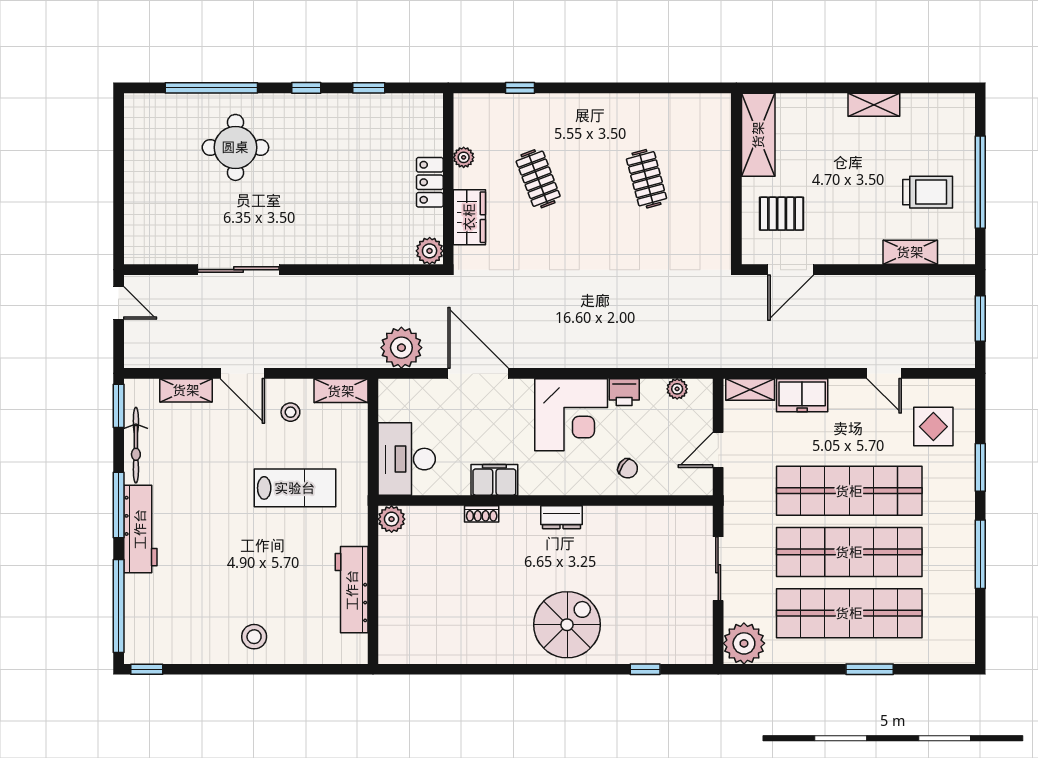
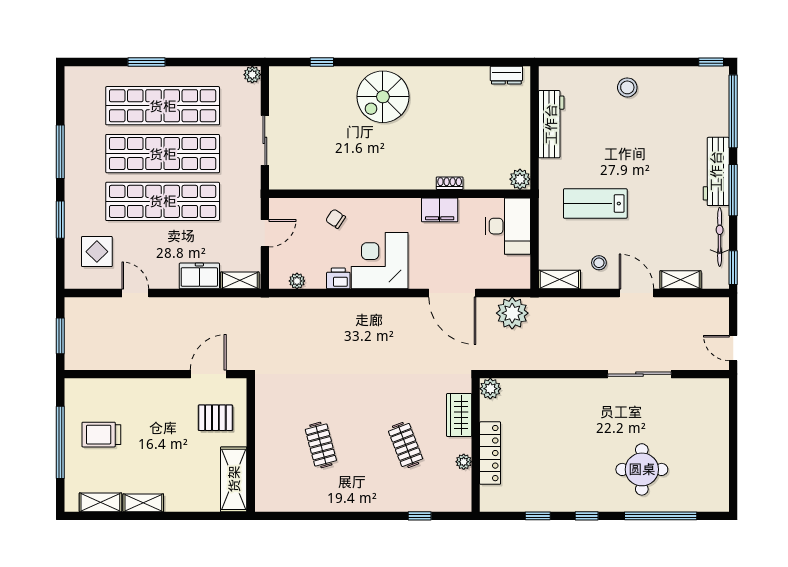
locker: (430, 182) -> (490, 453), width x1.53
shelving: (910, 252) -> (100, 502), moved
dresser: (561, 517) -> (506, 75), moved, turned 180
plant: (744, 643) -> (252, 75), width x0.53, depth x0.53

